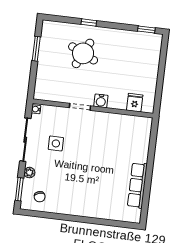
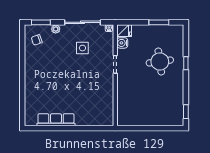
round table: (83, 53) -> (160, 62), turned -34
water cooler: (101, 101) -> (122, 43), moved
fridge: (135, 103) -> (124, 31), moved

